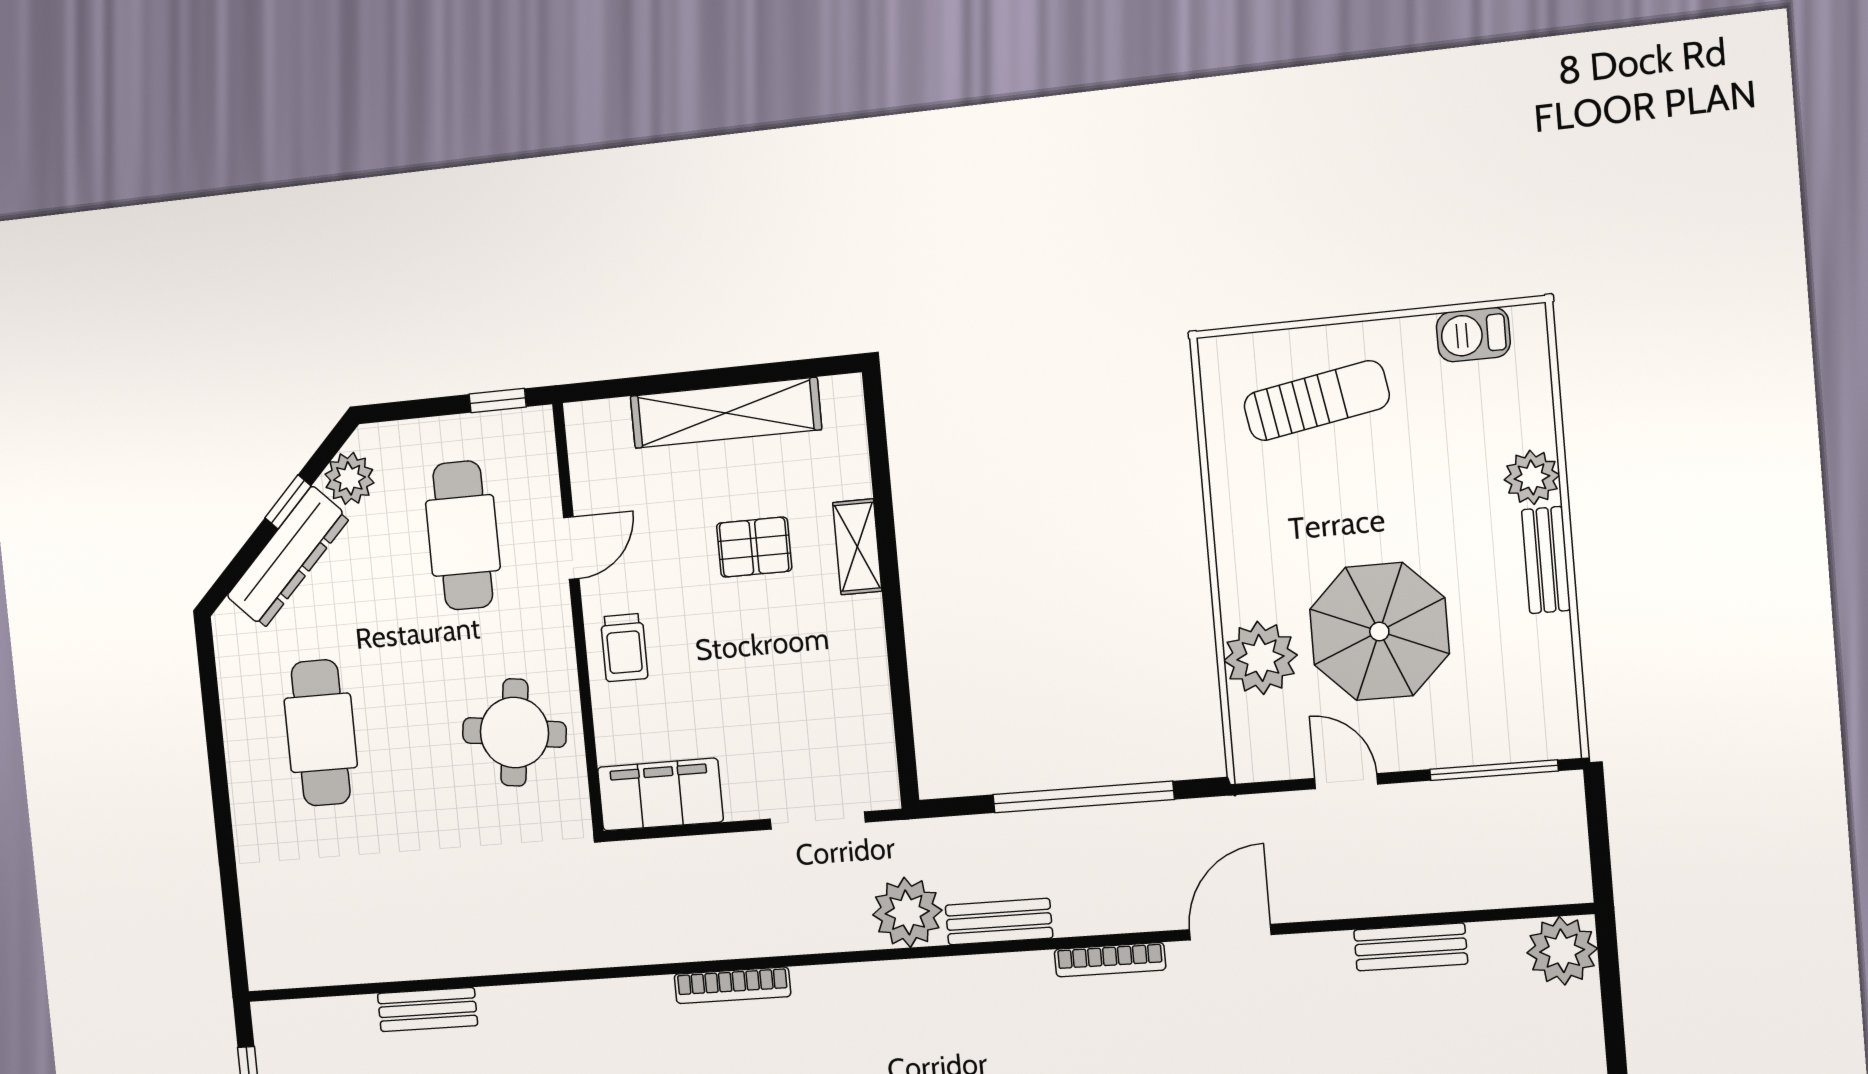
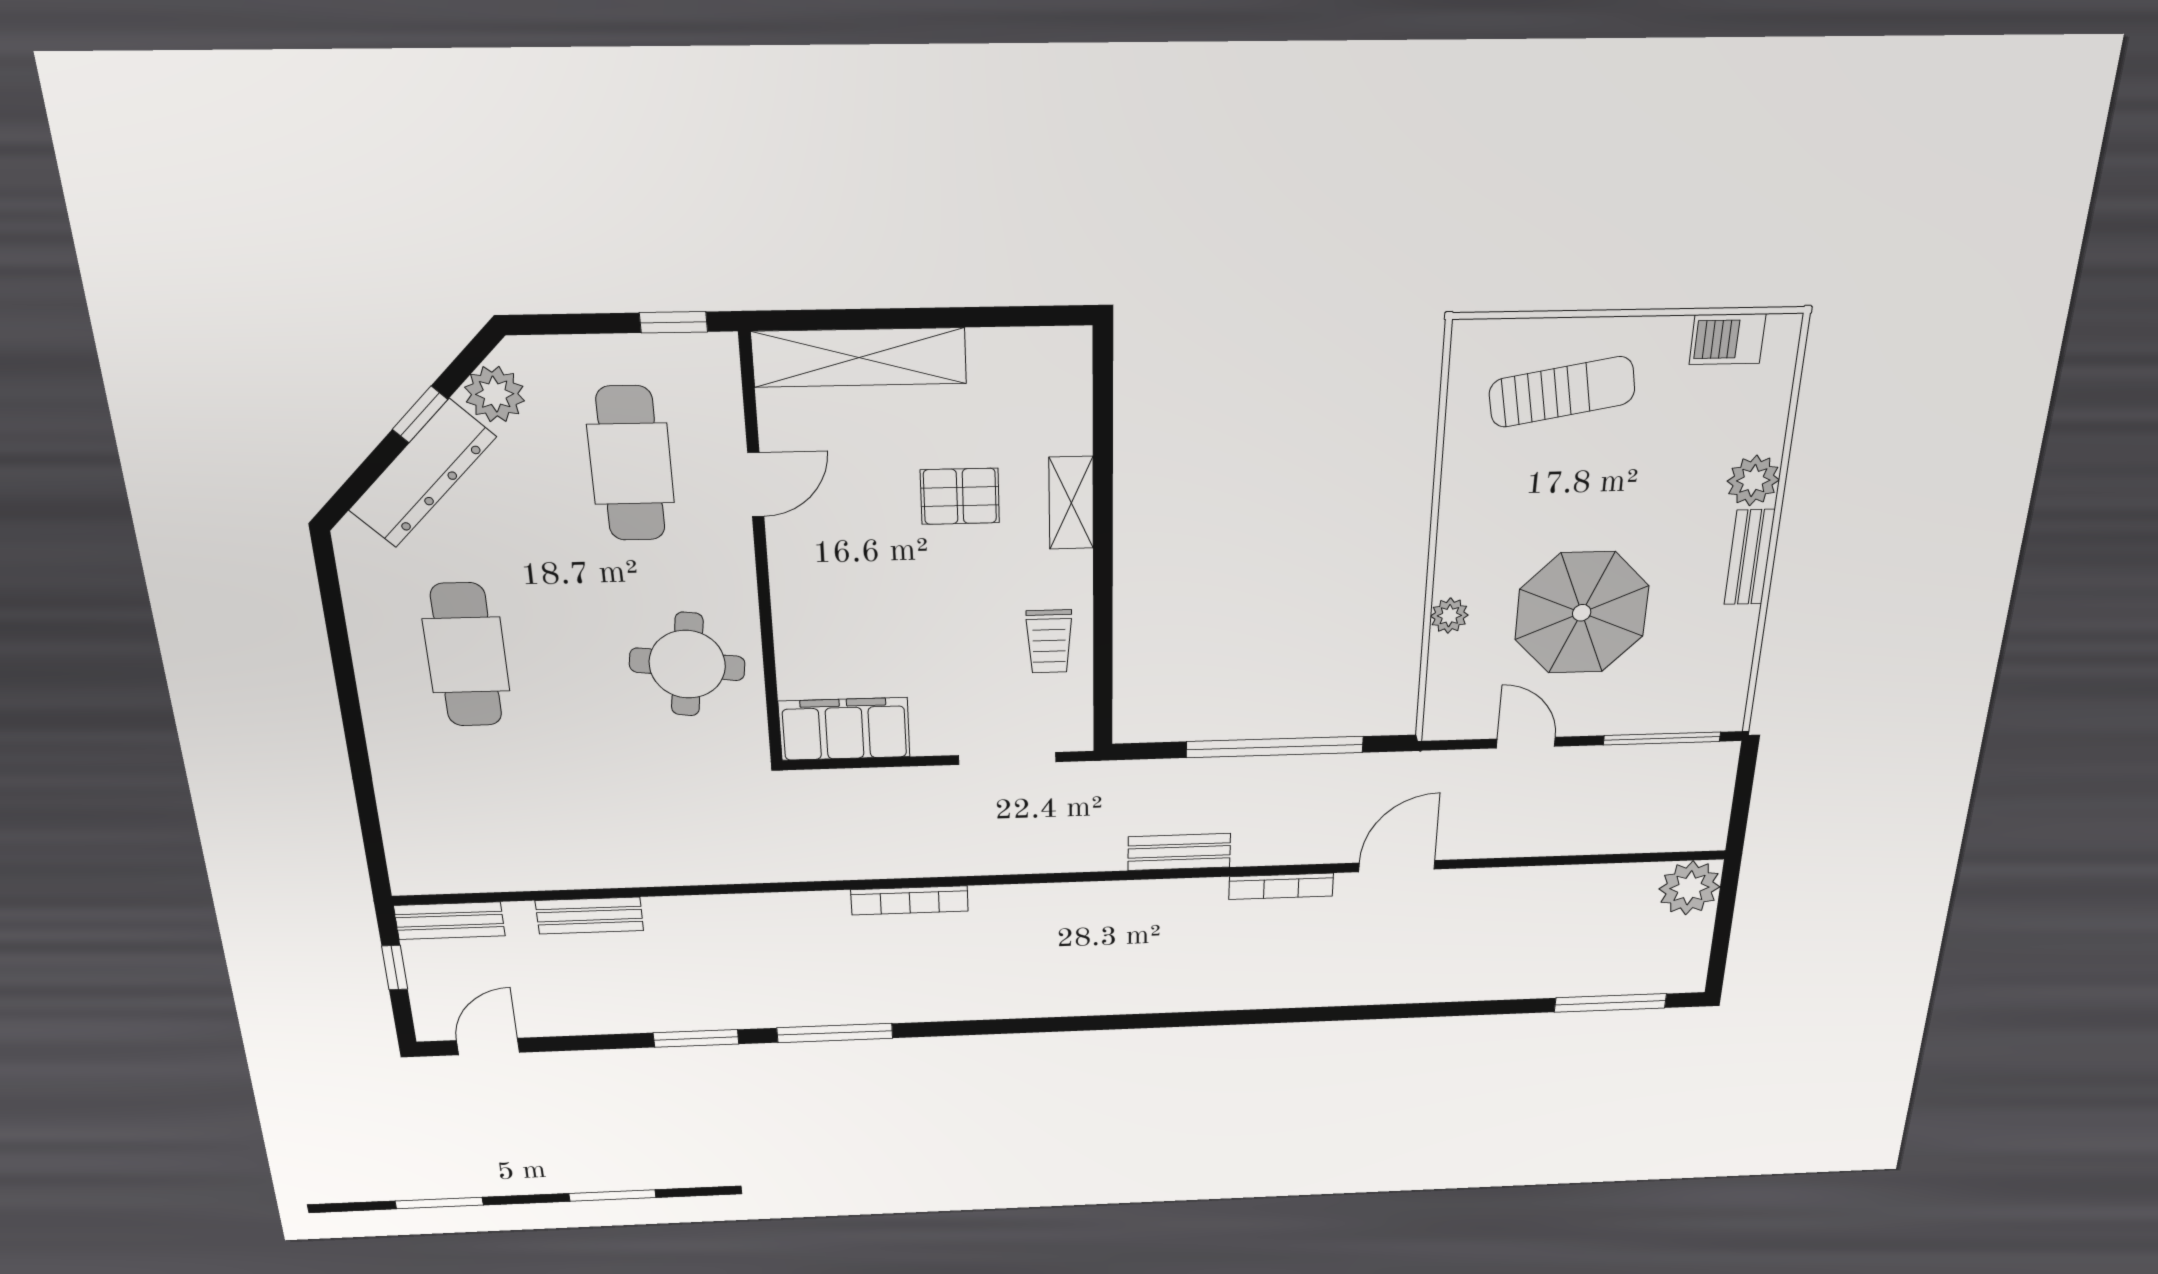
shelving: (726, 413) -> (859, 357), moved
trolley: (624, 648) -> (1049, 641), moved
plant: (1261, 658) -> (1449, 616), width x0.53, depth x0.53
plant: (907, 912) -> (1090, 842), removed
bench: (1411, 947) -> (450, 921), moved

